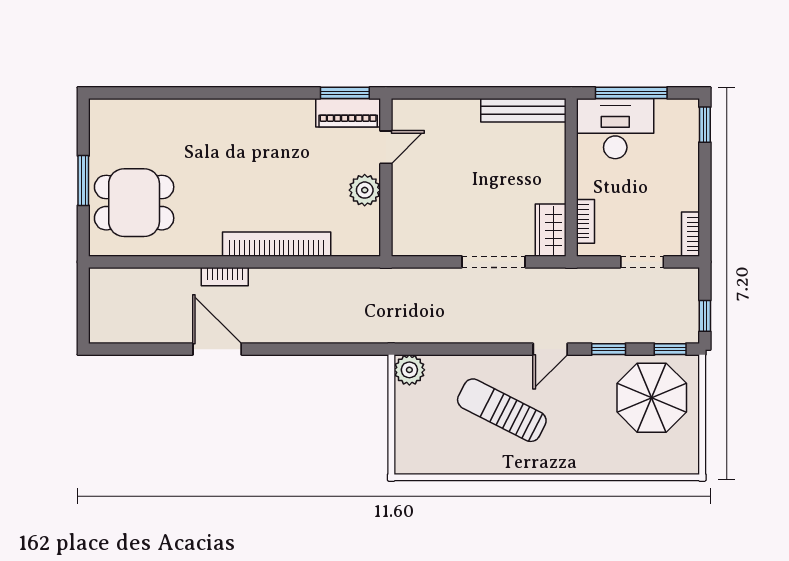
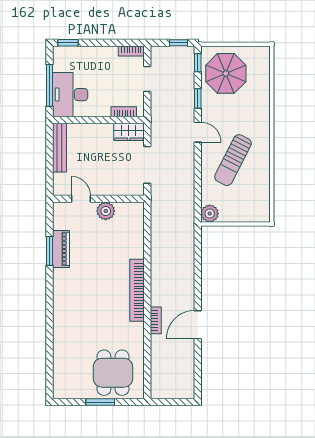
door: (386, 147) -> (81, 199), moved
wall: (386, 177) -> (98, 199), moved
plant: (365, 190) -> (106, 211), moved

